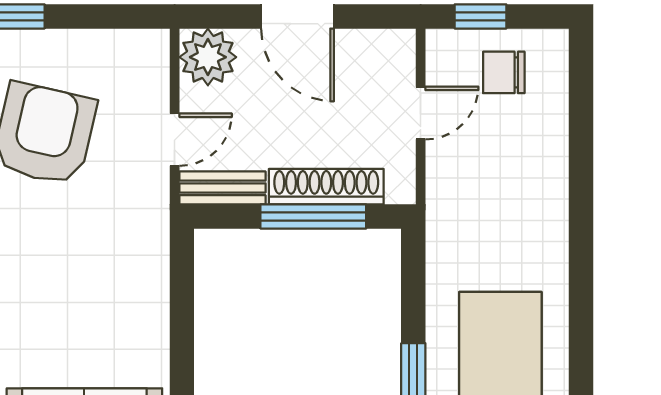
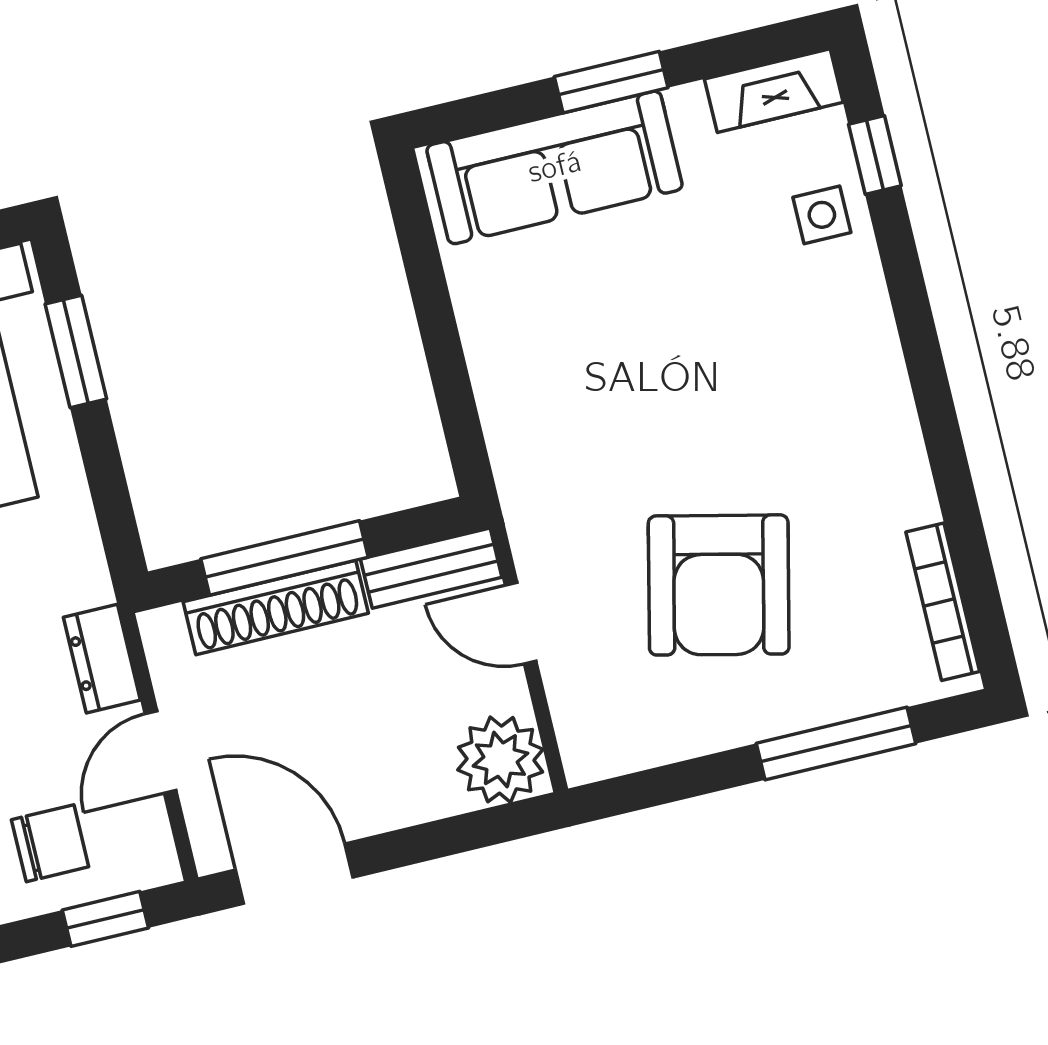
door: (298, 16) -> (294, 874), moved
door: (175, 140) -> (521, 623), hinge flipped
dresser: (443, 181) -> (102, 659), added

